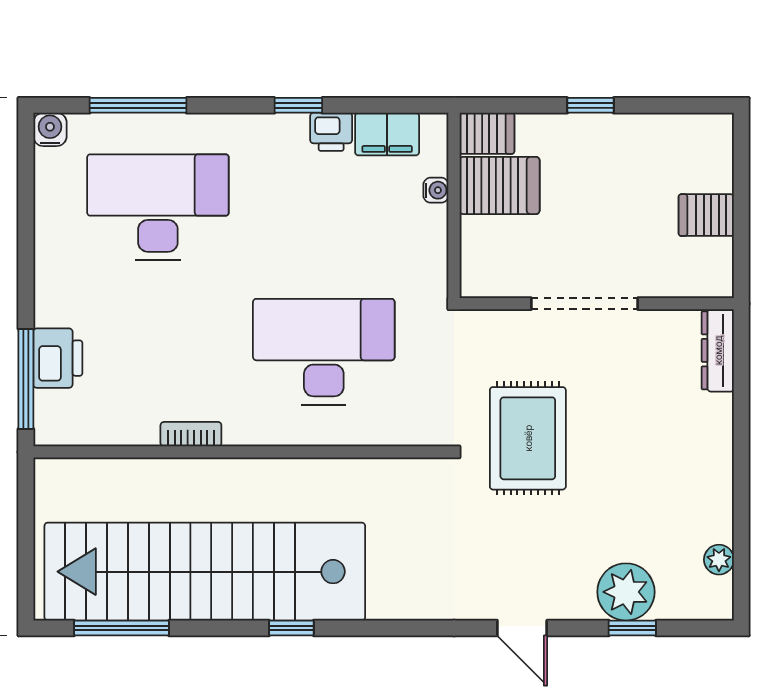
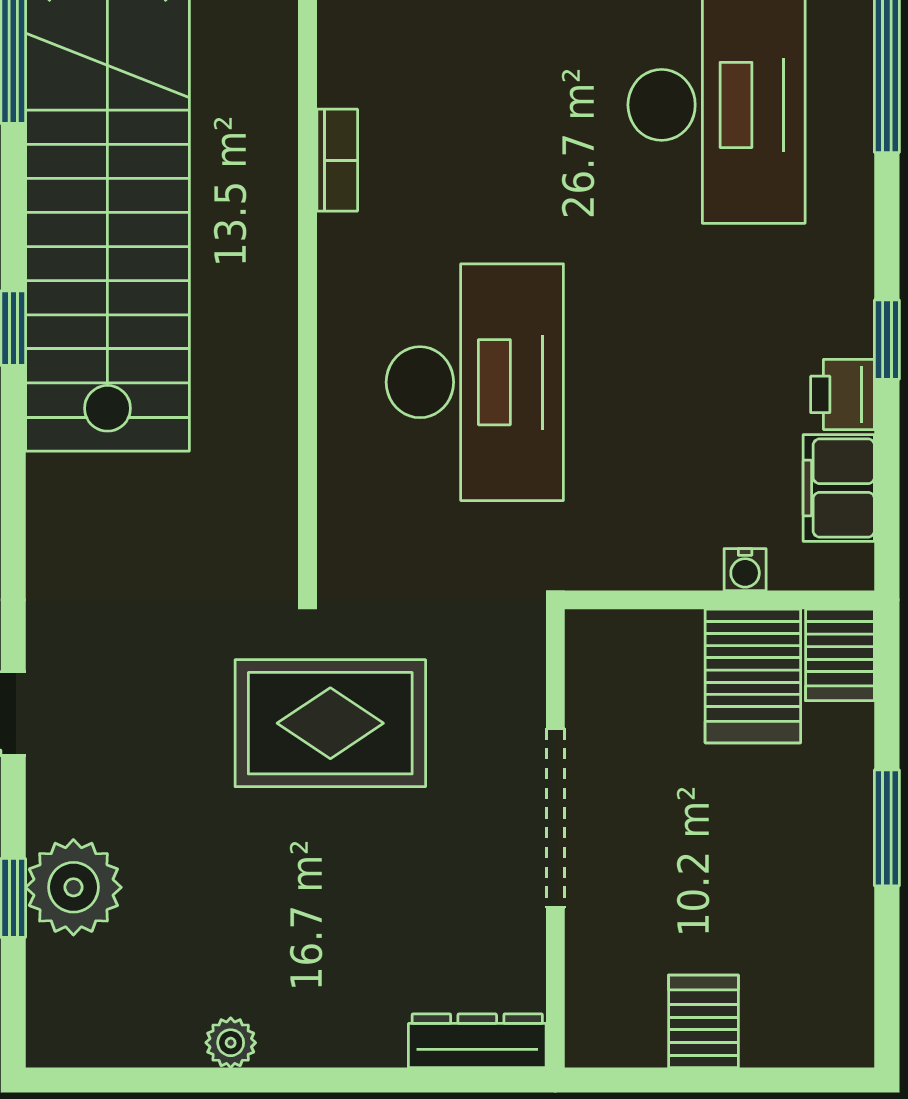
window: (590, 105) -> (887, 828), width x1.50
plant: (719, 560) -> (231, 1043), moved

